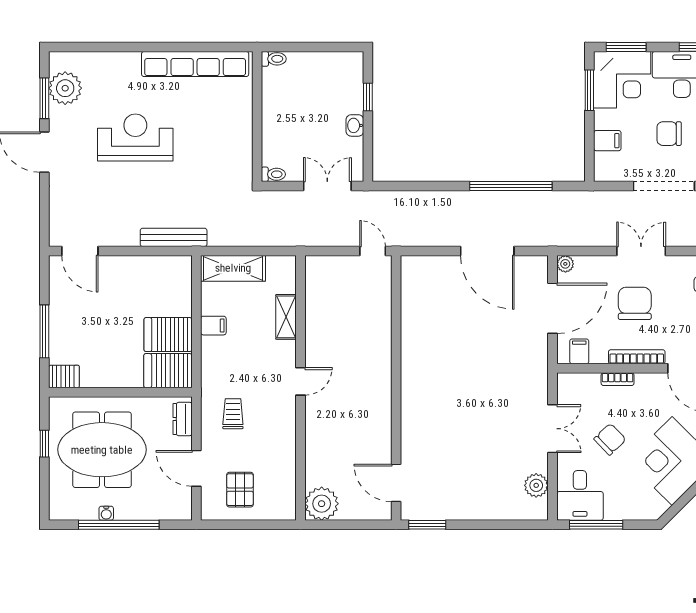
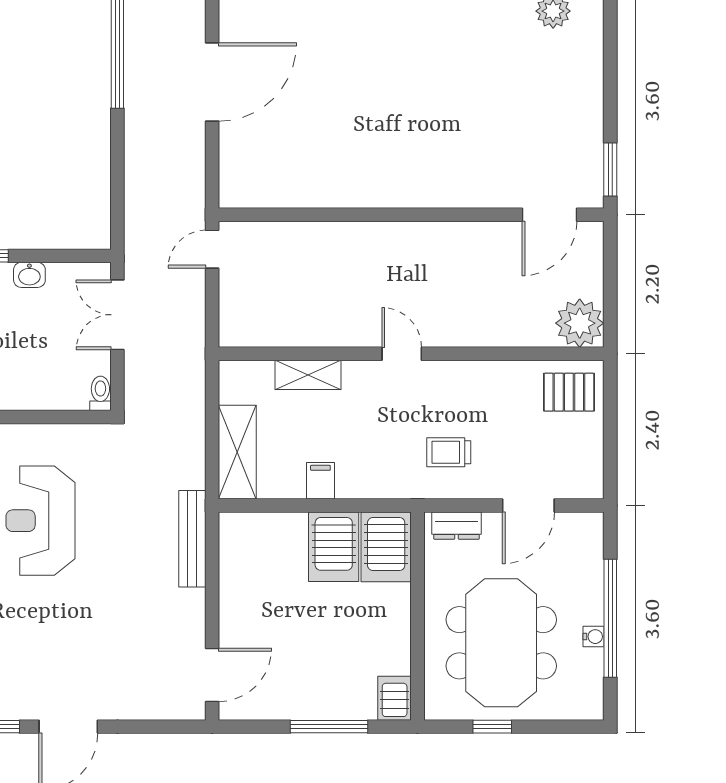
reception desk: (135, 138) -> (41, 521), moved
pallet: (240, 490) -> (569, 392), moved

